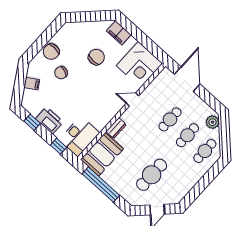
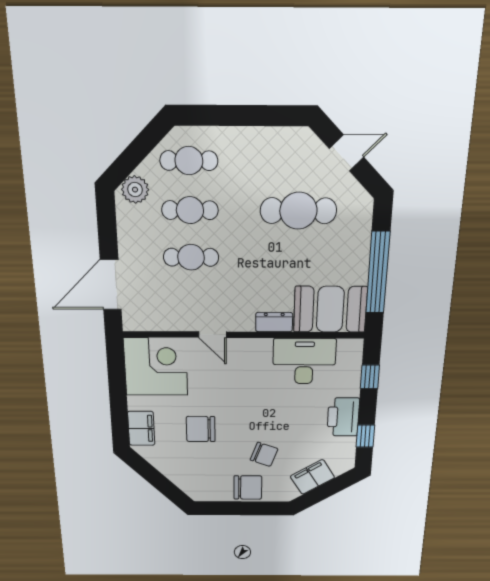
filing cabinet: (32, 84) -> (312, 477), width x2.00
desk: (79, 136) -> (304, 361), moved

